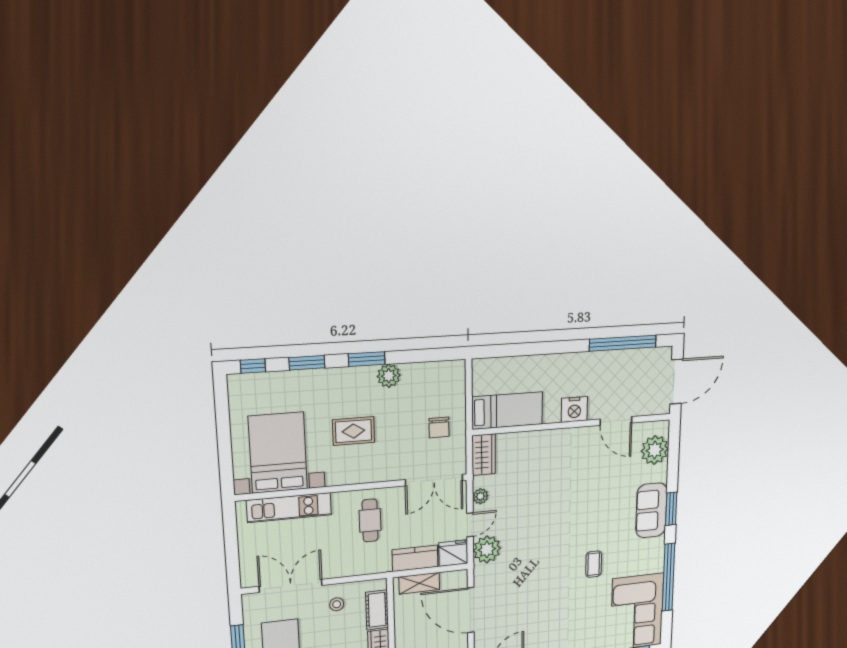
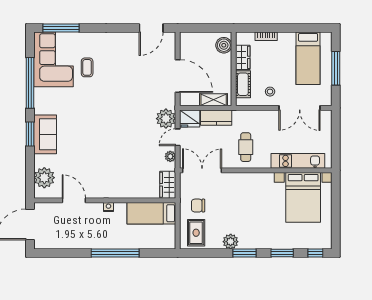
window: (623, 343) -> (115, 253), moved
nightstand: (574, 409) -> (108, 207), width x0.53, depth x0.56
chair: (439, 427) -> (198, 206), turned -90
rug: (353, 431) -> (196, 233), moved, turned 90
coffee table: (594, 564) -> (87, 67), moved

